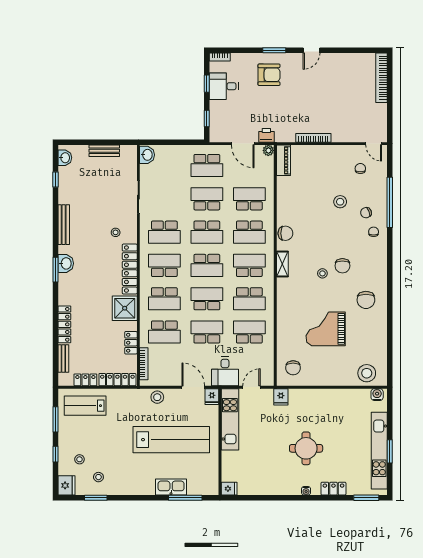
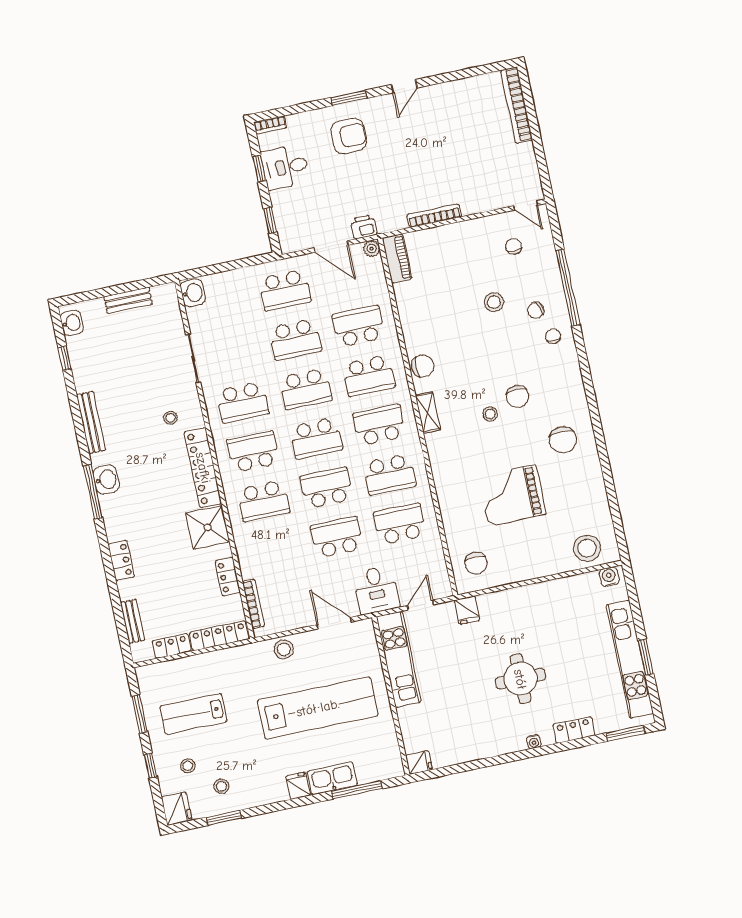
school desk: (207, 199) -> (295, 340), turned 180
window: (55, 270) -> (93, 492), width x1.44
locker: (64, 324) -> (121, 560), width x0.66
school desk: (164, 332) -> (274, 550), removed
fridge: (212, 397) -> (298, 786), moved, turned 180
lab bench: (85, 406) -> (194, 714), moved

